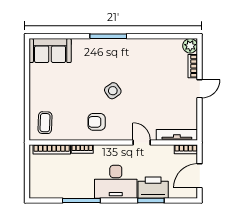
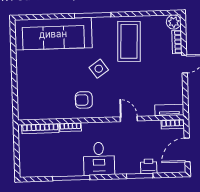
sofa: (50, 51) -> (53, 34), width x1.85, depth x1.27
coffee table: (45, 123) -> (129, 41), moved, width x1.86, depth x1.72
tv unit: (177, 135) -> (169, 110), width x0.71
desk: (116, 182) -> (99, 159), width x0.73
printer: (153, 188) -> (149, 166), width x0.53, depth x0.68

